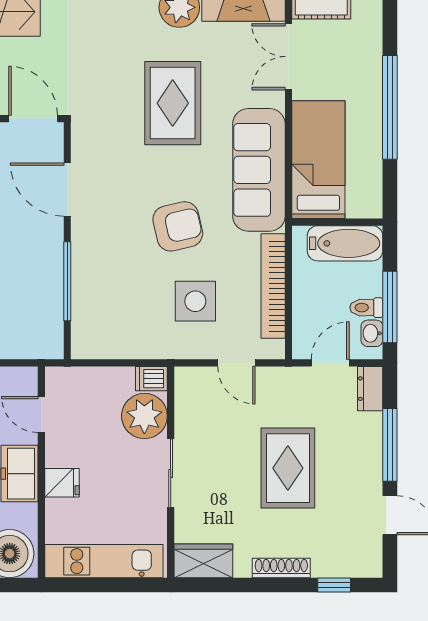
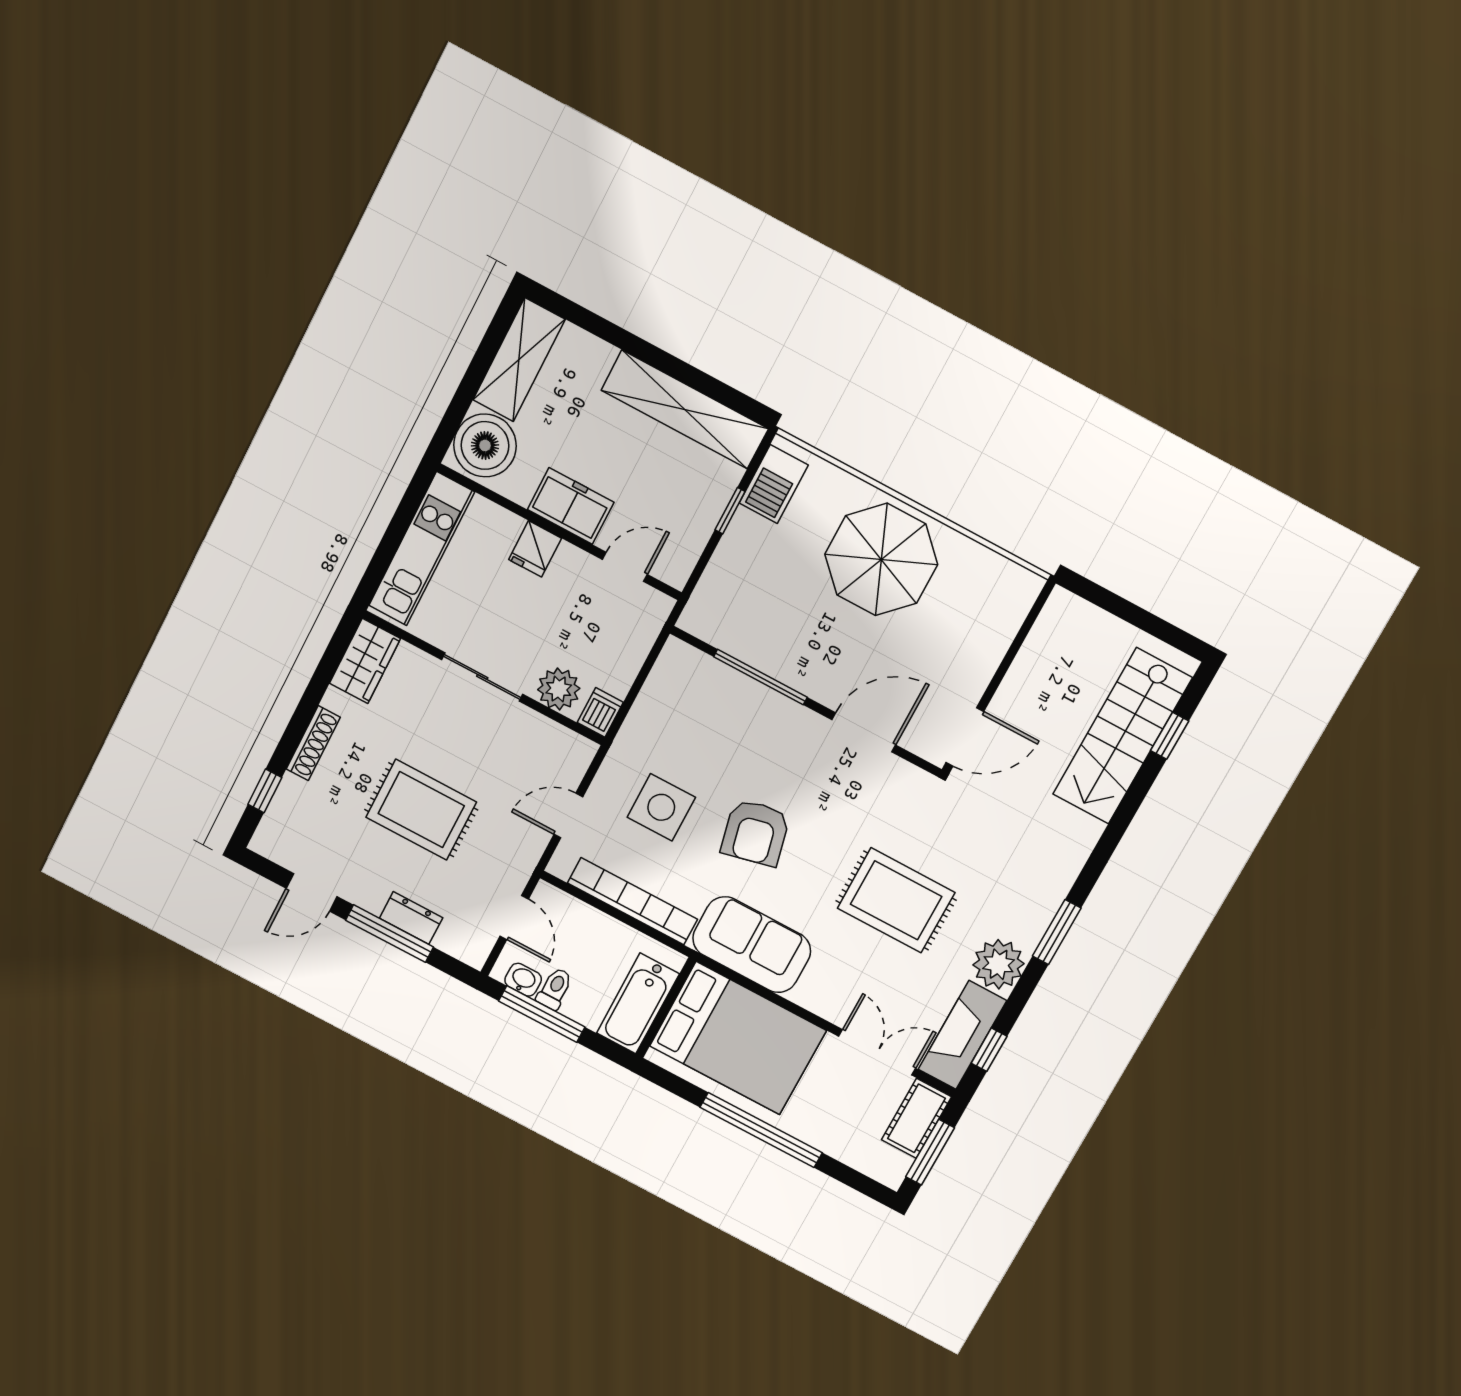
bed: (318, 160) -> (738, 1038), width x1.50
sofa: (259, 170) -> (752, 945), width x0.73
dresser: (370, 389) -> (411, 918), moved
plant: (144, 416) -> (559, 689), width x0.73, depth x0.73

